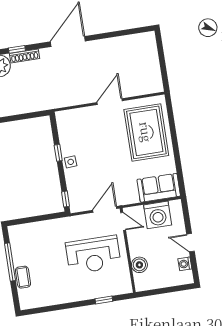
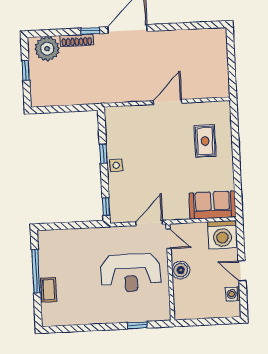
window: (17, 49) -> (90, 31), moved
rug: (146, 132) -> (205, 141), width x0.54, depth x0.49
washing machine: (158, 215) -> (222, 235), moved
boiler: (139, 265) -> (181, 270), moved

